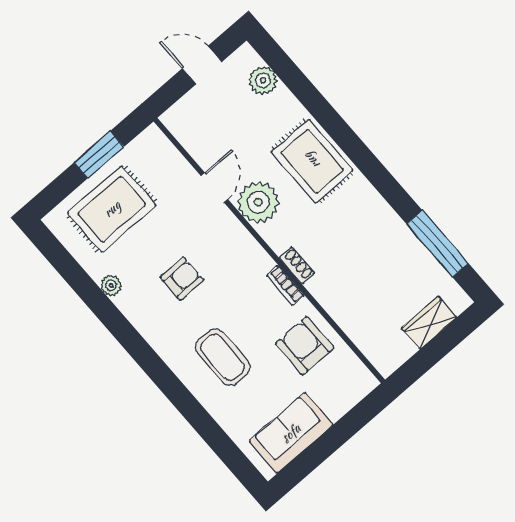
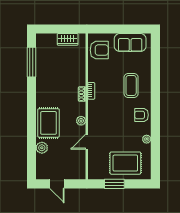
plant: (263, 80) -> (42, 148), moved
plant: (258, 202) -> (81, 121), width x0.53, depth x0.53
armchair: (182, 279) -> (142, 115), moved
wardrobe: (429, 323) -> (68, 39), moved
armchair: (305, 346) -> (99, 50), moved, turned -90

